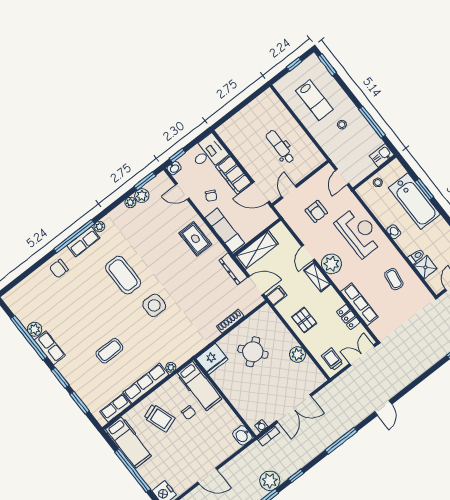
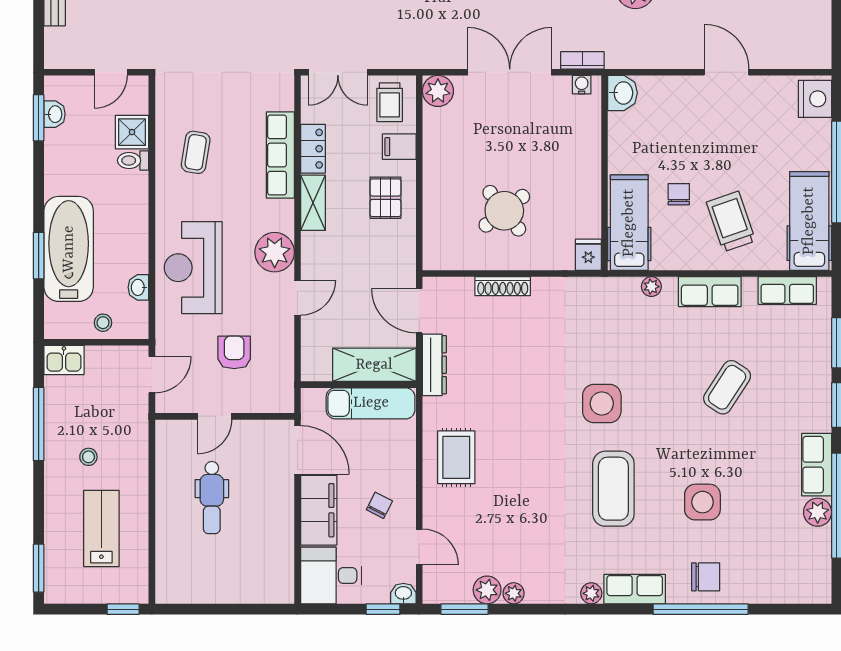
window: (294, 64) -> (123, 609), moved
door: (289, 192) -> (215, 416), moved
exam couch: (225, 230) -> (371, 403), moved, turned -90
washbasin: (394, 232) -> (138, 287), moved
window: (74, 236) -> (701, 609), moved
shelving: (317, 277) -> (313, 203), moved
filing cabinet: (276, 296) -> (399, 147), moved
side table: (83, 297) -> (702, 502), added
coffee table: (109, 351) -> (727, 387), turned -57
plant: (298, 355) -> (438, 91), moved
fridge: (212, 359) -> (588, 255), width x0.53, depth x0.75
row of seats: (146, 383) -> (710, 292), width x0.68

